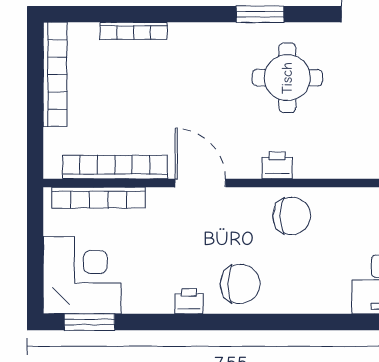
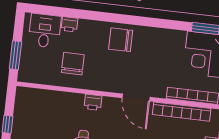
chair: (292, 216) -> (73, 64), moved, turned 90
printer: (189, 301) -> (69, 24), moved

